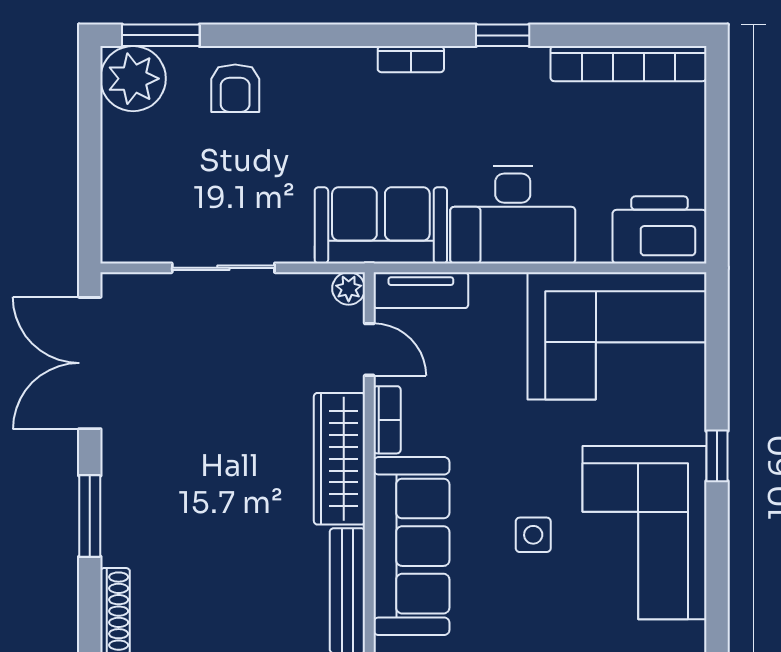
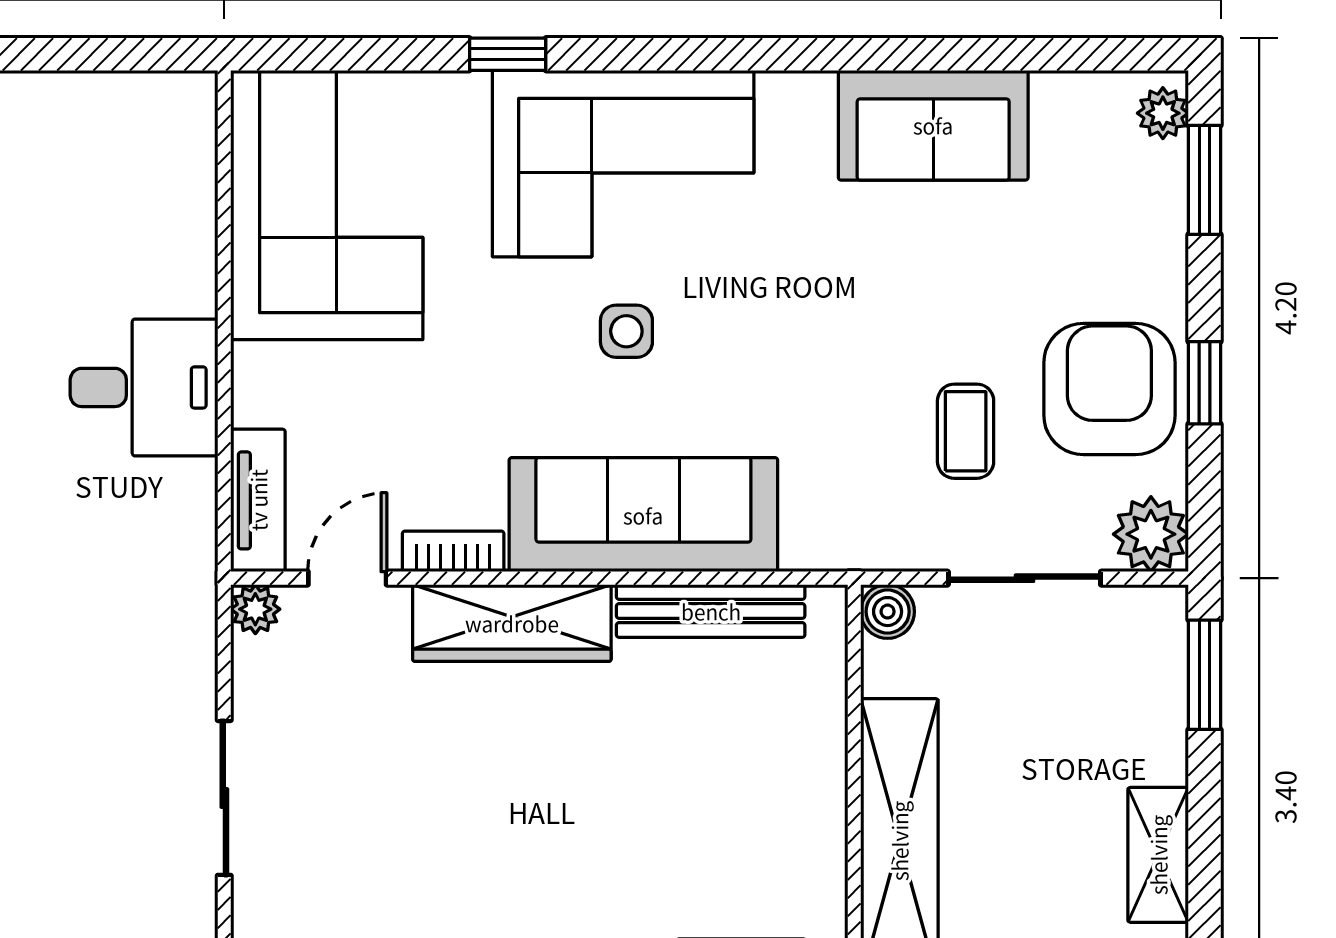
desk: (513, 215) -> (144, 387), width x0.73
sofa: (381, 225) -> (160, 561), removed
printer: (660, 230) -> (167, 141), removed

